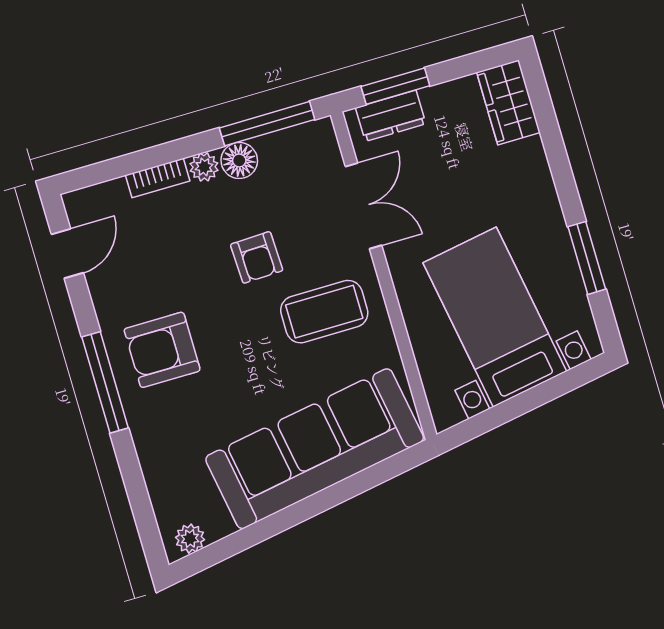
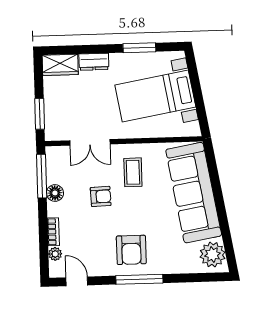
dresser: (391, 116) -> (94, 62), moved, turned 90
plant: (204, 167) -> (55, 254), moved
double door: (364, 206) -> (90, 142), swing flipped
coffee table: (324, 312) -> (133, 172), width x0.73, depth x0.77
plant: (190, 539) -> (213, 255), width x1.88, depth x1.88

